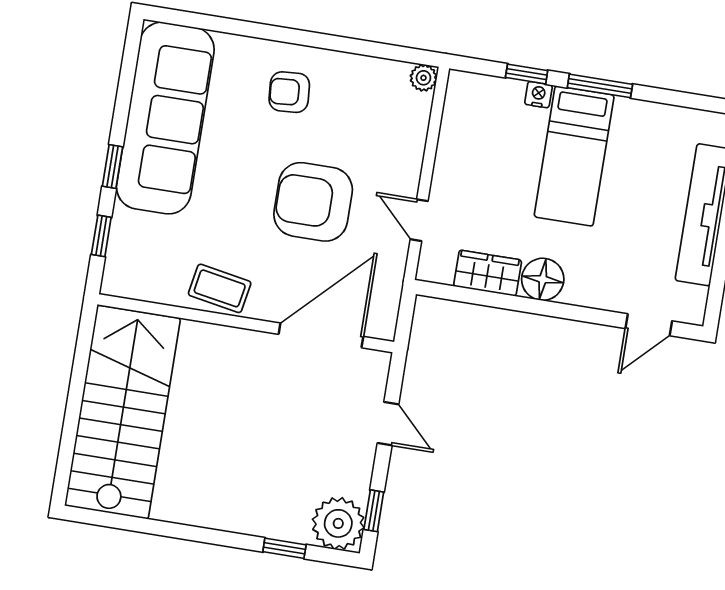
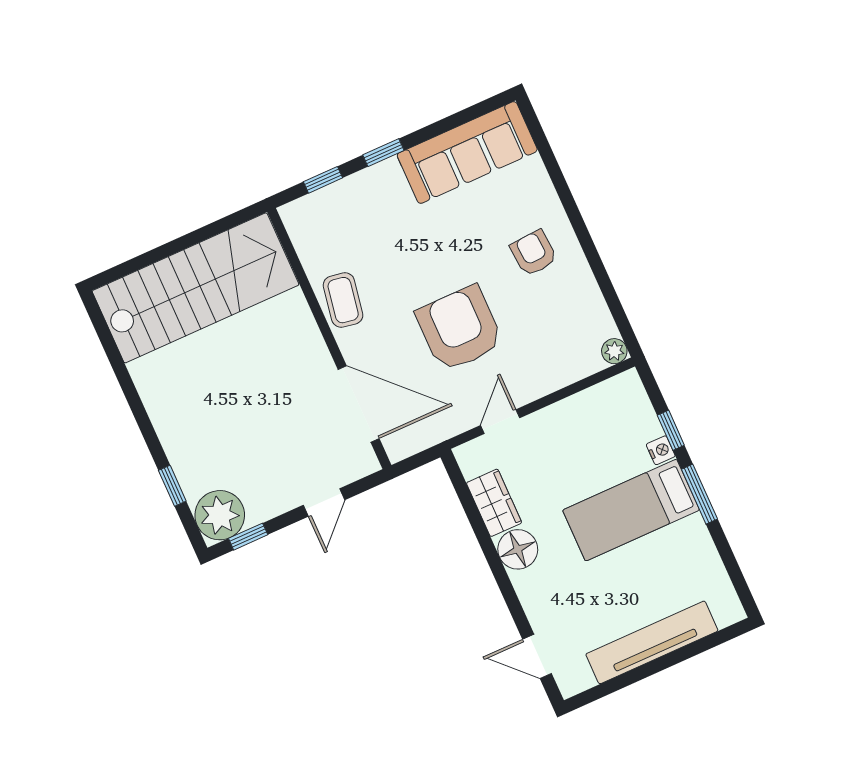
sofa: (165, 118) -> (467, 152), width x0.74, depth x0.79

